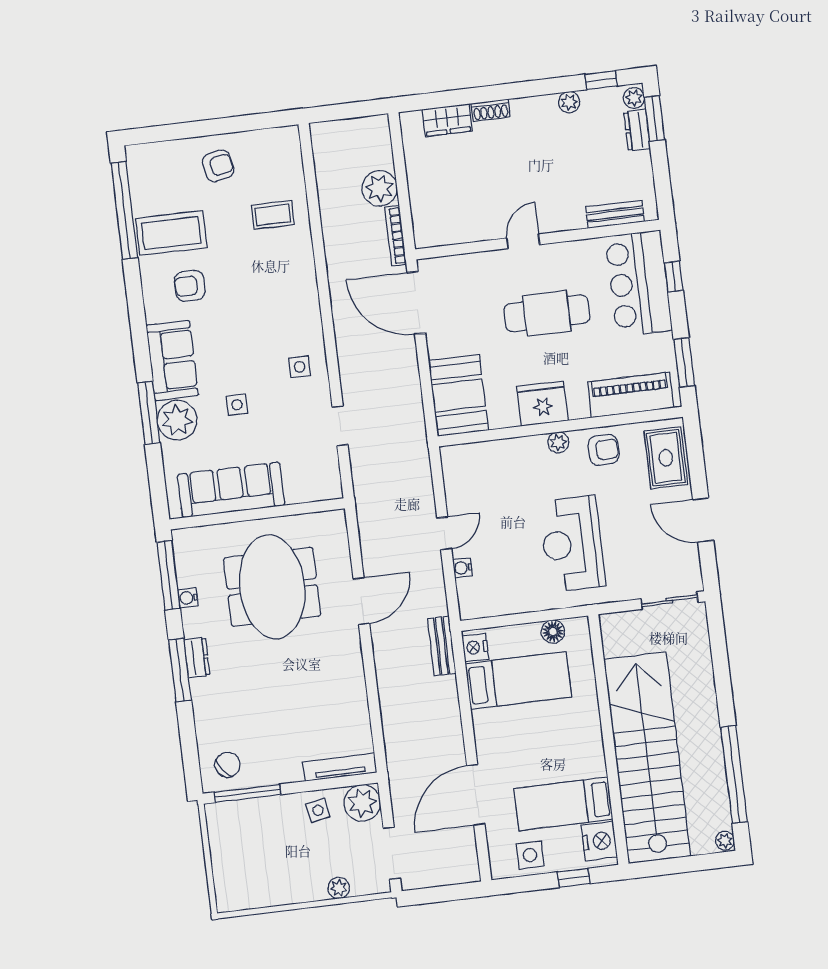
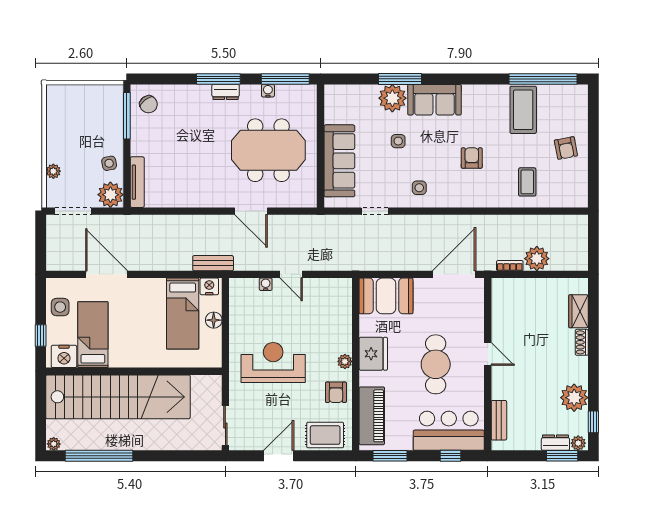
plant: (569, 102) -> (574, 398), width x1.88, depth x1.88
bookcase: (396, 236) -> (510, 266), width x0.64
armchair: (190, 286) -> (472, 158), moved
sofa: (231, 490) -> (339, 161), moved
floor lamp: (553, 632) -> (214, 320), moved

